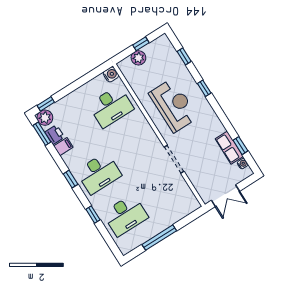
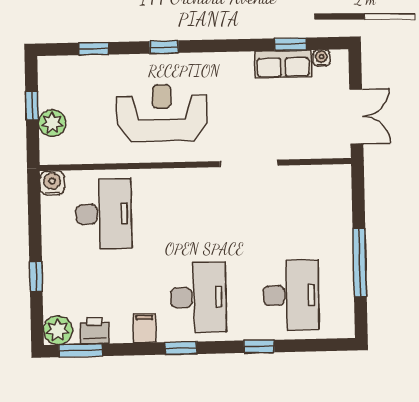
window: (46, 104) -> (36, 276), moved
filing cabinet: (63, 147) -> (145, 328), moved

